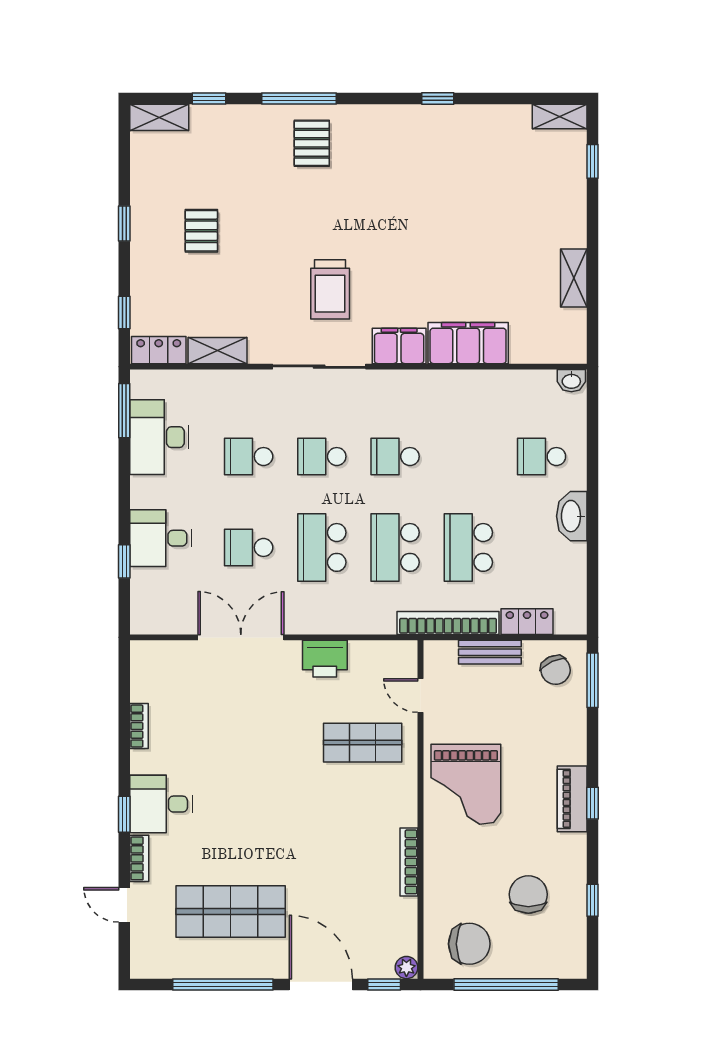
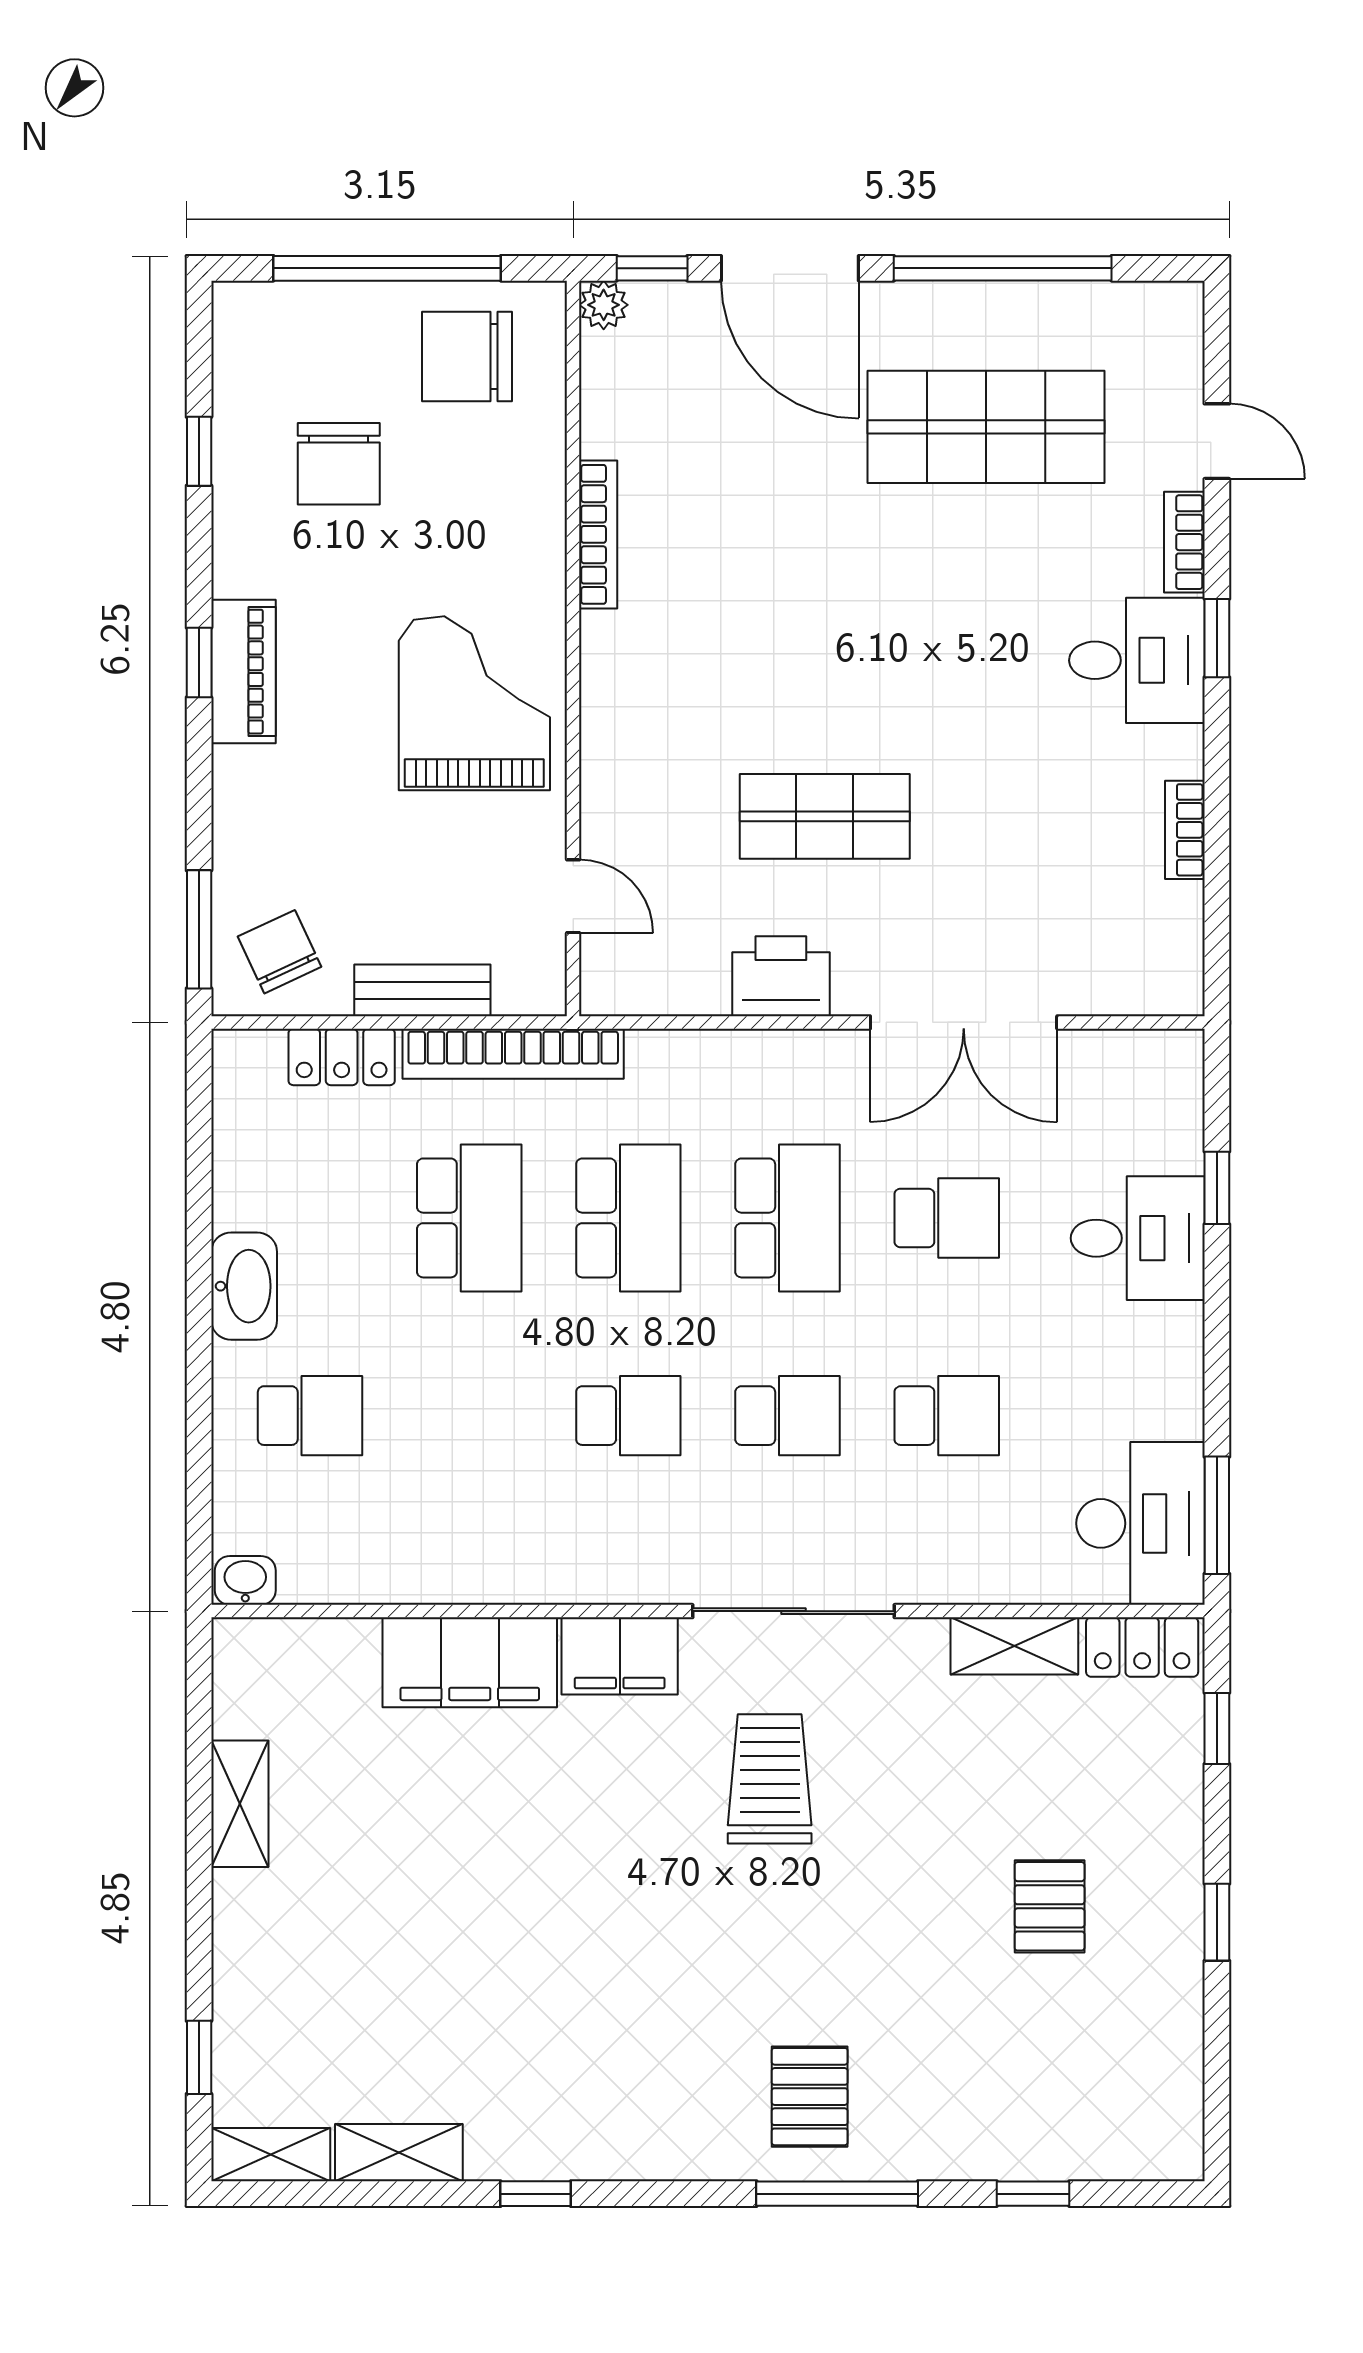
shelving: (159, 117) -> (399, 2153), moved
desk: (159, 437) -> (1141, 1523), moved
shop shelf: (363, 743) -> (825, 816), moved

